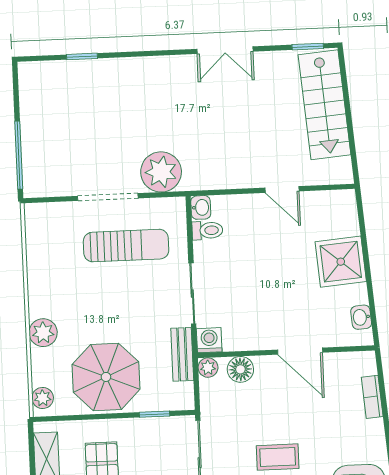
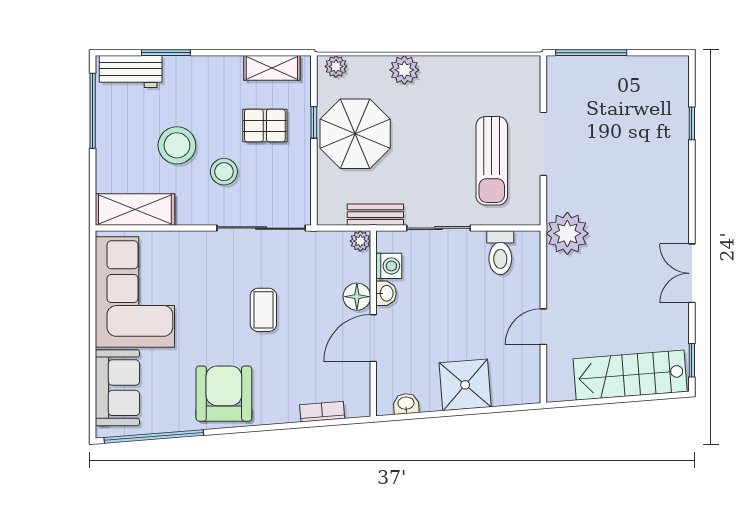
plant: (161, 172) -> (567, 233), moved
washbasin: (201, 207) -> (386, 293), moved, turned -90
toilet: (207, 230) -> (500, 253), width x1.37, depth x1.39
washing machine: (209, 340) -> (389, 266), moved
floor lamp: (240, 369) -> (357, 297), moved
window: (155, 414) -> (314, 122), moved

